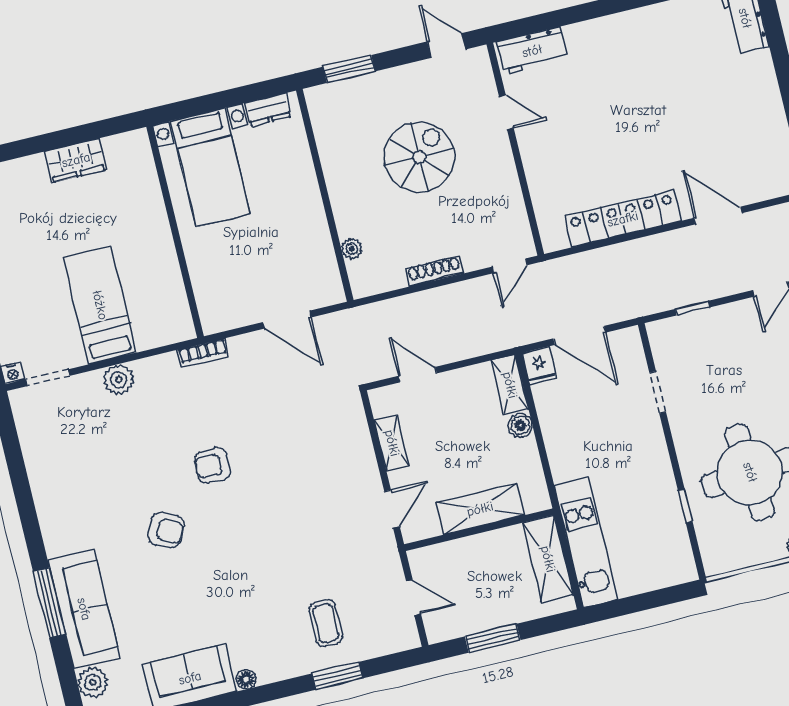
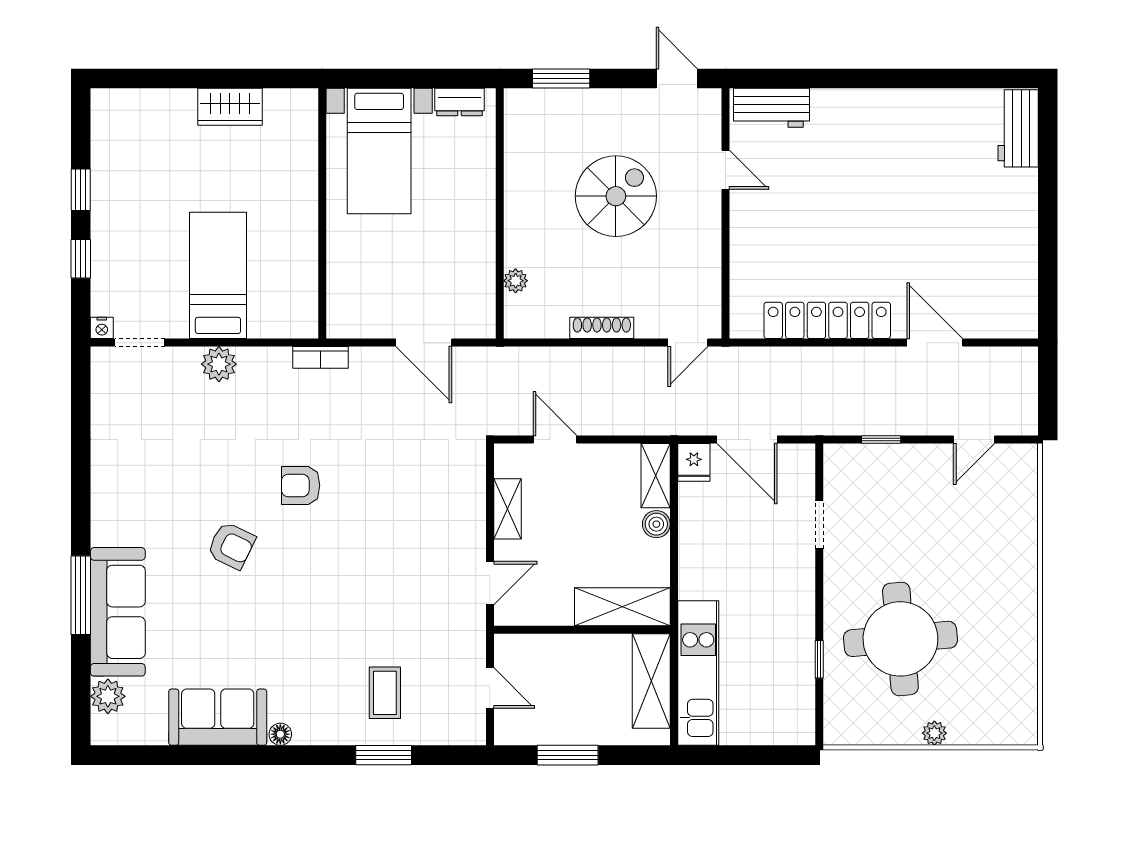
shelving: (480, 509) -> (622, 607), moved

